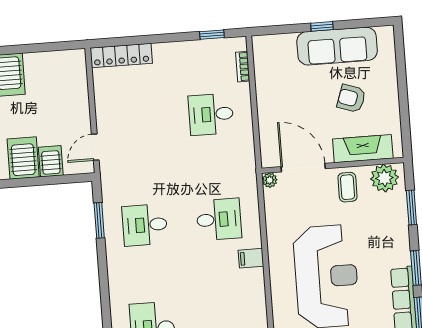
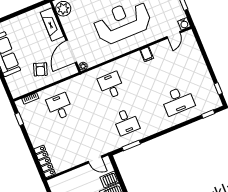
armchair: (351, 98) -> (40, 69), moved
desk: (211, 114) -> (60, 107), turned 180
coffee table: (347, 187) -> (74, 26), removed
filing cabinet: (251, 258) -> (147, 54), moved

